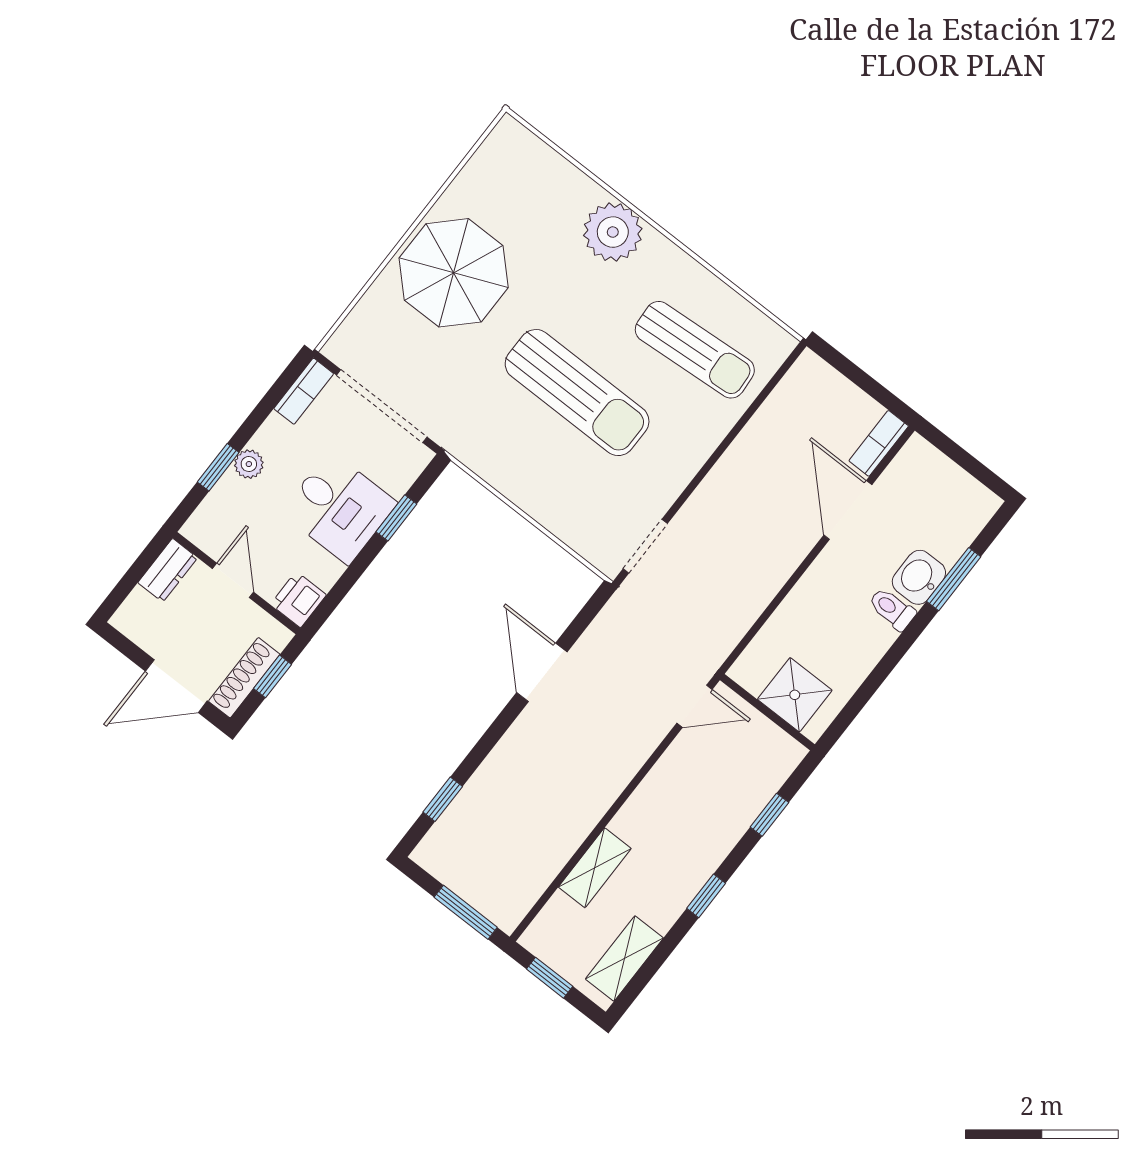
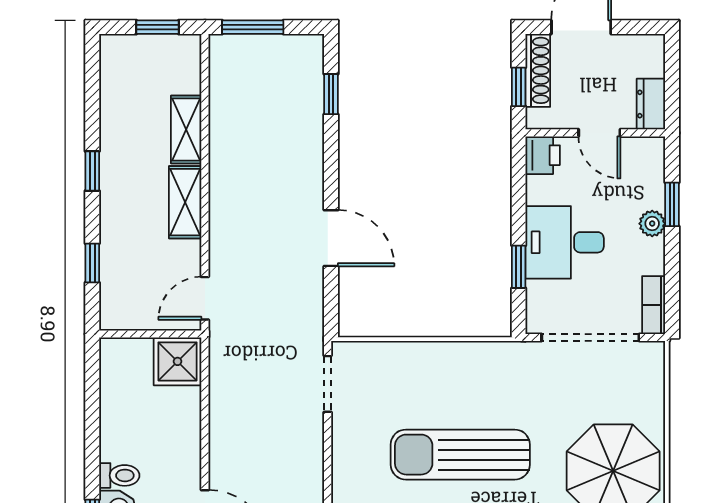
shower: (795, 695) -> (178, 361), moved
shelving: (624, 959) -> (185, 202), moved

